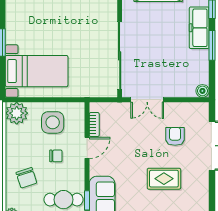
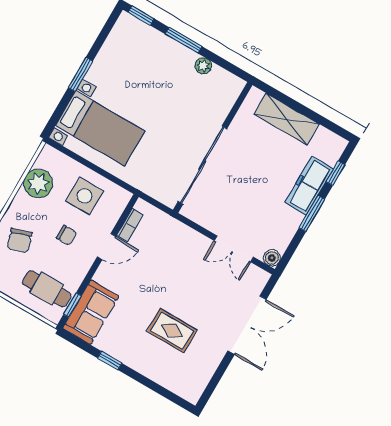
double door: (147, 100) -> (234, 249), moved
plant: (17, 113) -> (38, 183), moved
armchair: (175, 136) -> (212, 291), removed

